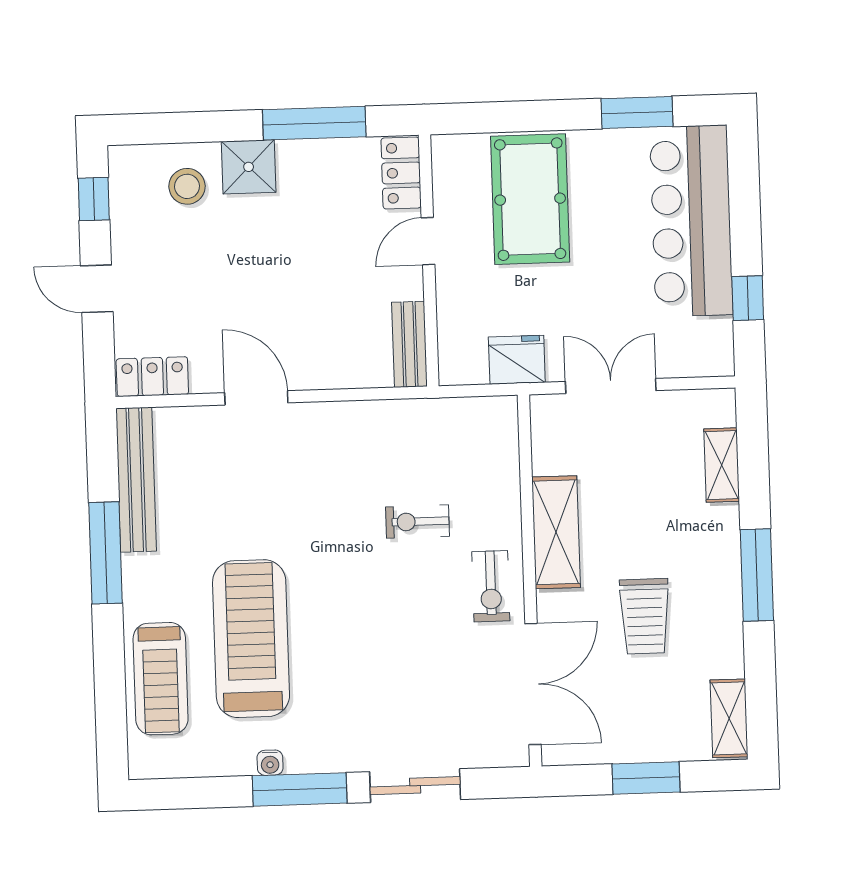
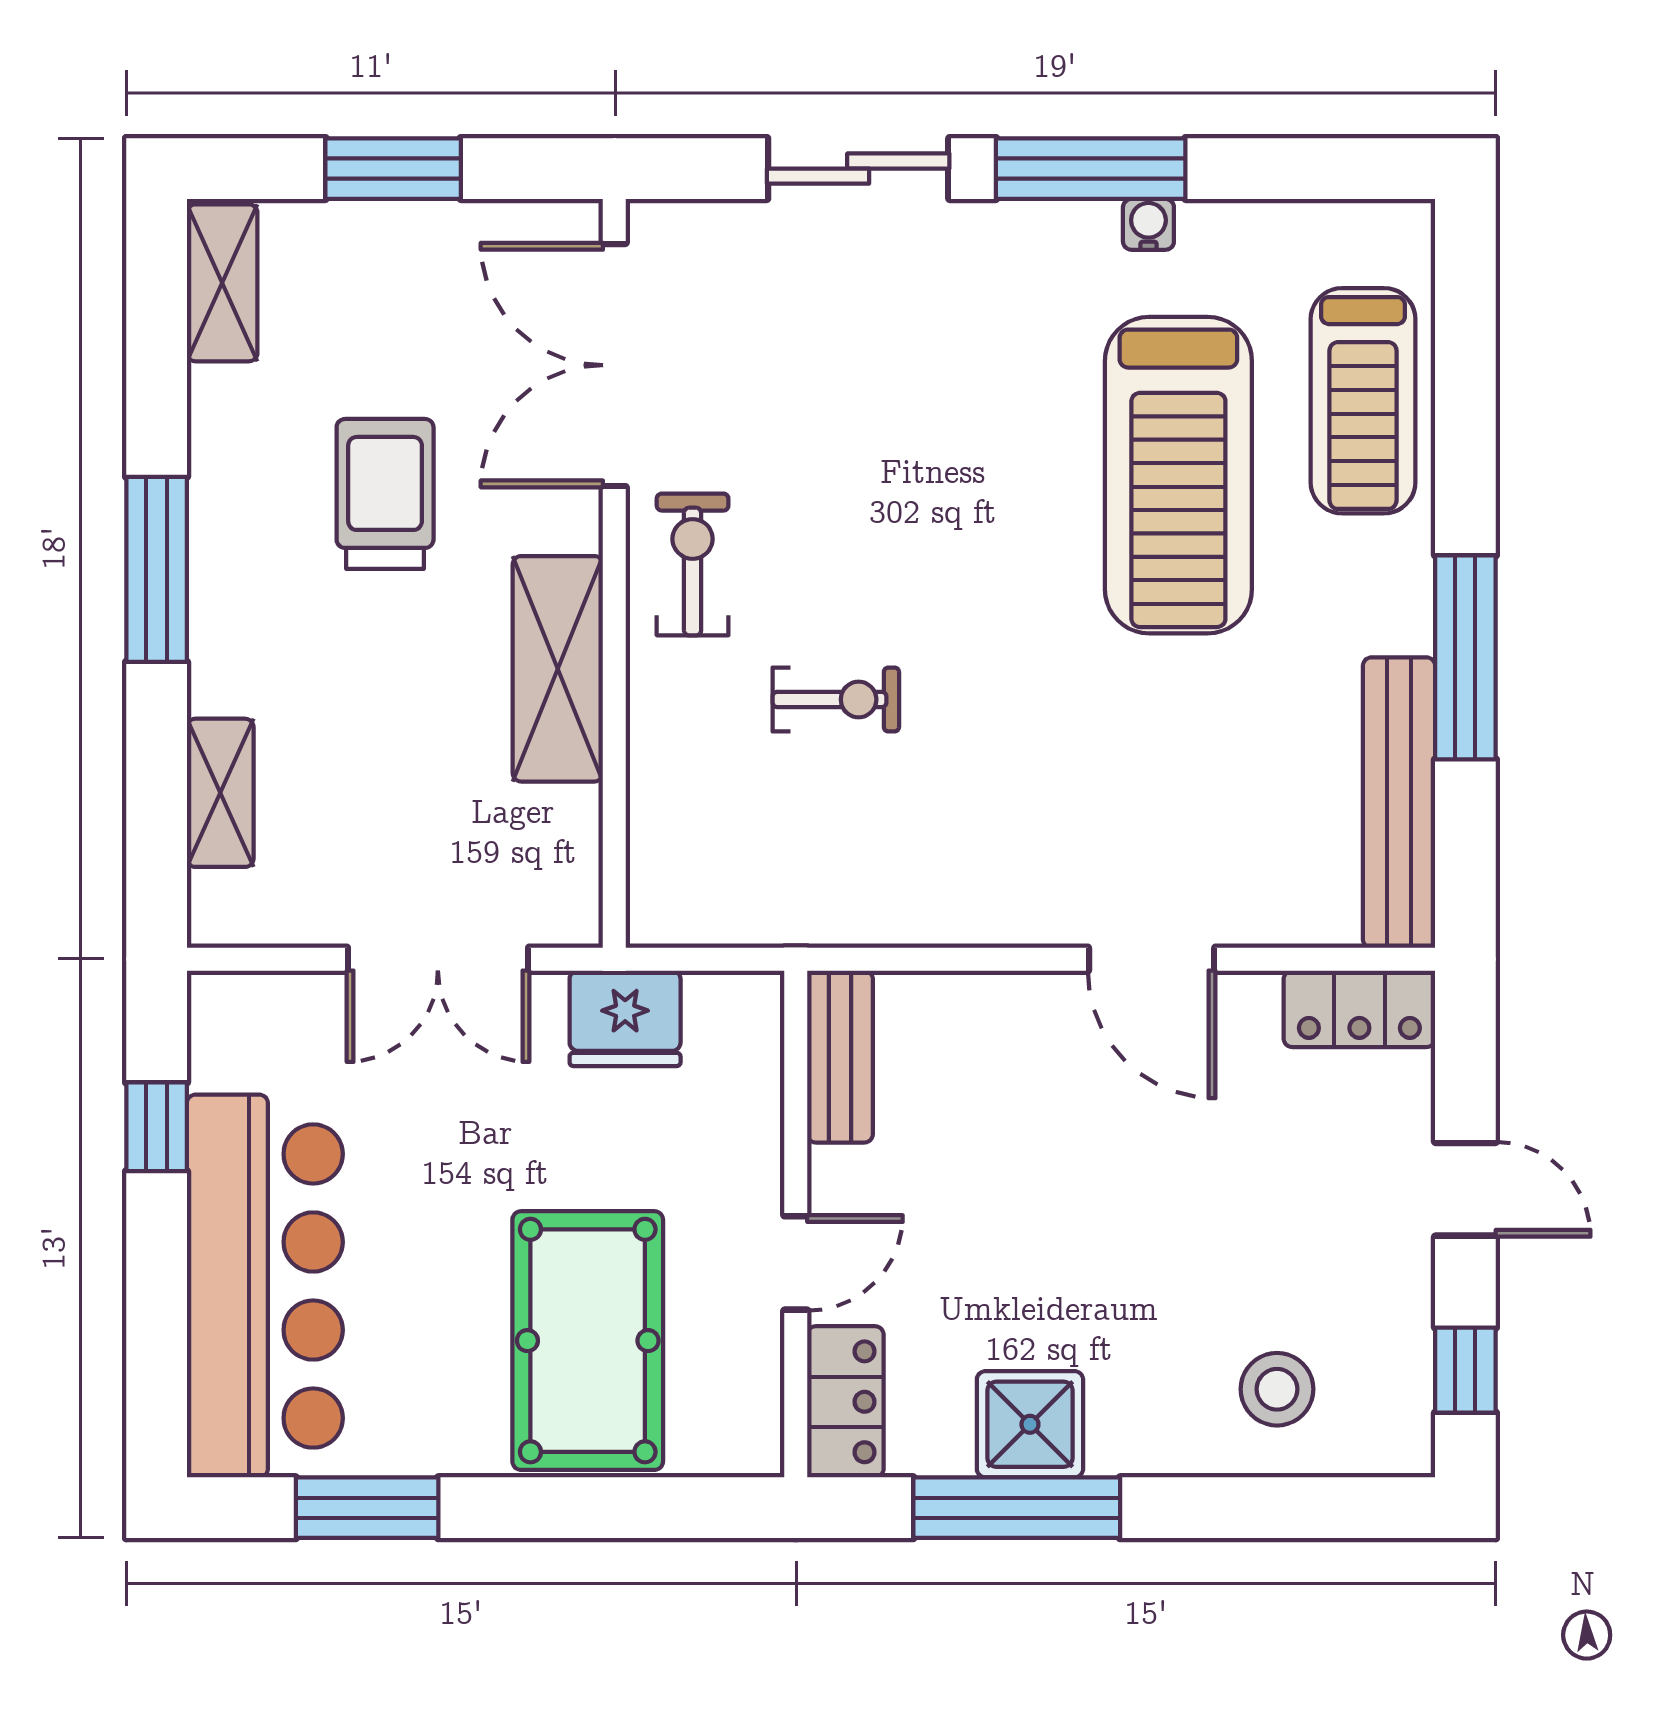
shower: (249, 167) -> (1030, 1424), moved
treadmill: (161, 679) -> (1363, 401), turned 180

